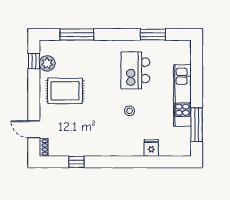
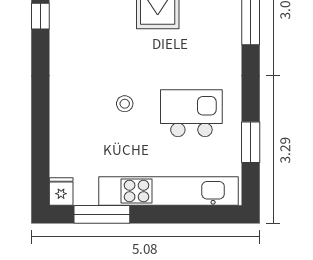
kitchen unit: (182, 95) -> (169, 191), width x1.36
fridge: (151, 148) -> (61, 191), moved, turned -90

